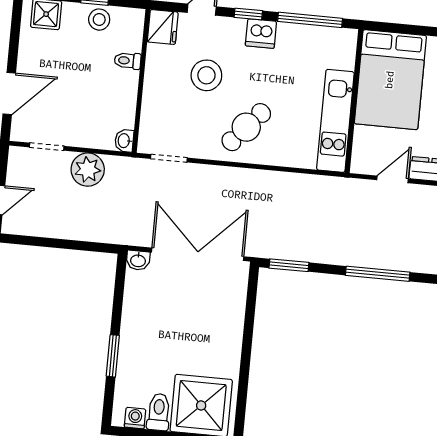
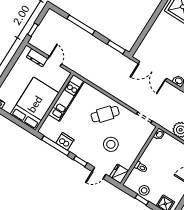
dishwasher: (261, 34) -> (65, 141), moved
door: (392, 179) -> (55, 61), swing flipped
double door: (198, 254) -> (152, 71), width x0.73

